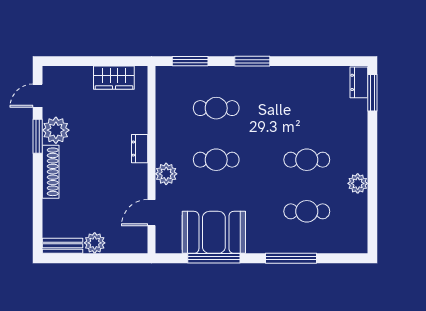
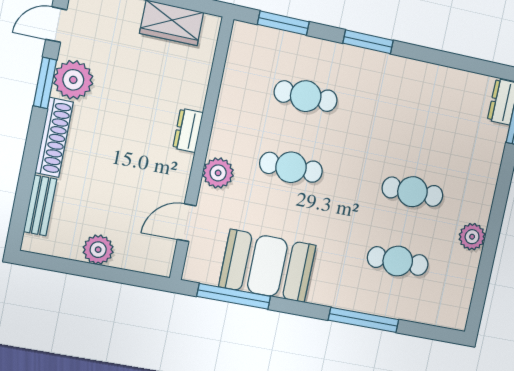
bench: (62, 246) -> (40, 205), moved, turned 90
window: (214, 258) -> (234, 296), moved

